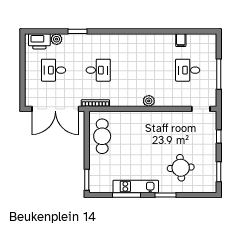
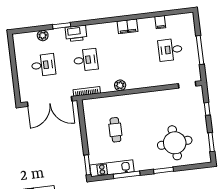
filing cabinet: (146, 40) -> (127, 26), added
printer: (39, 41) -> (76, 33), moved
desk: (54, 70) -> (43, 65), turned 180
plant: (149, 101) -> (120, 85), moved
cafe table: (102, 136) -> (115, 130), moved, width x0.73, depth x0.74
round table: (181, 168) -> (175, 143), width x1.36, depth x1.36
kitchen unit: (136, 186) -> (112, 168), moved

